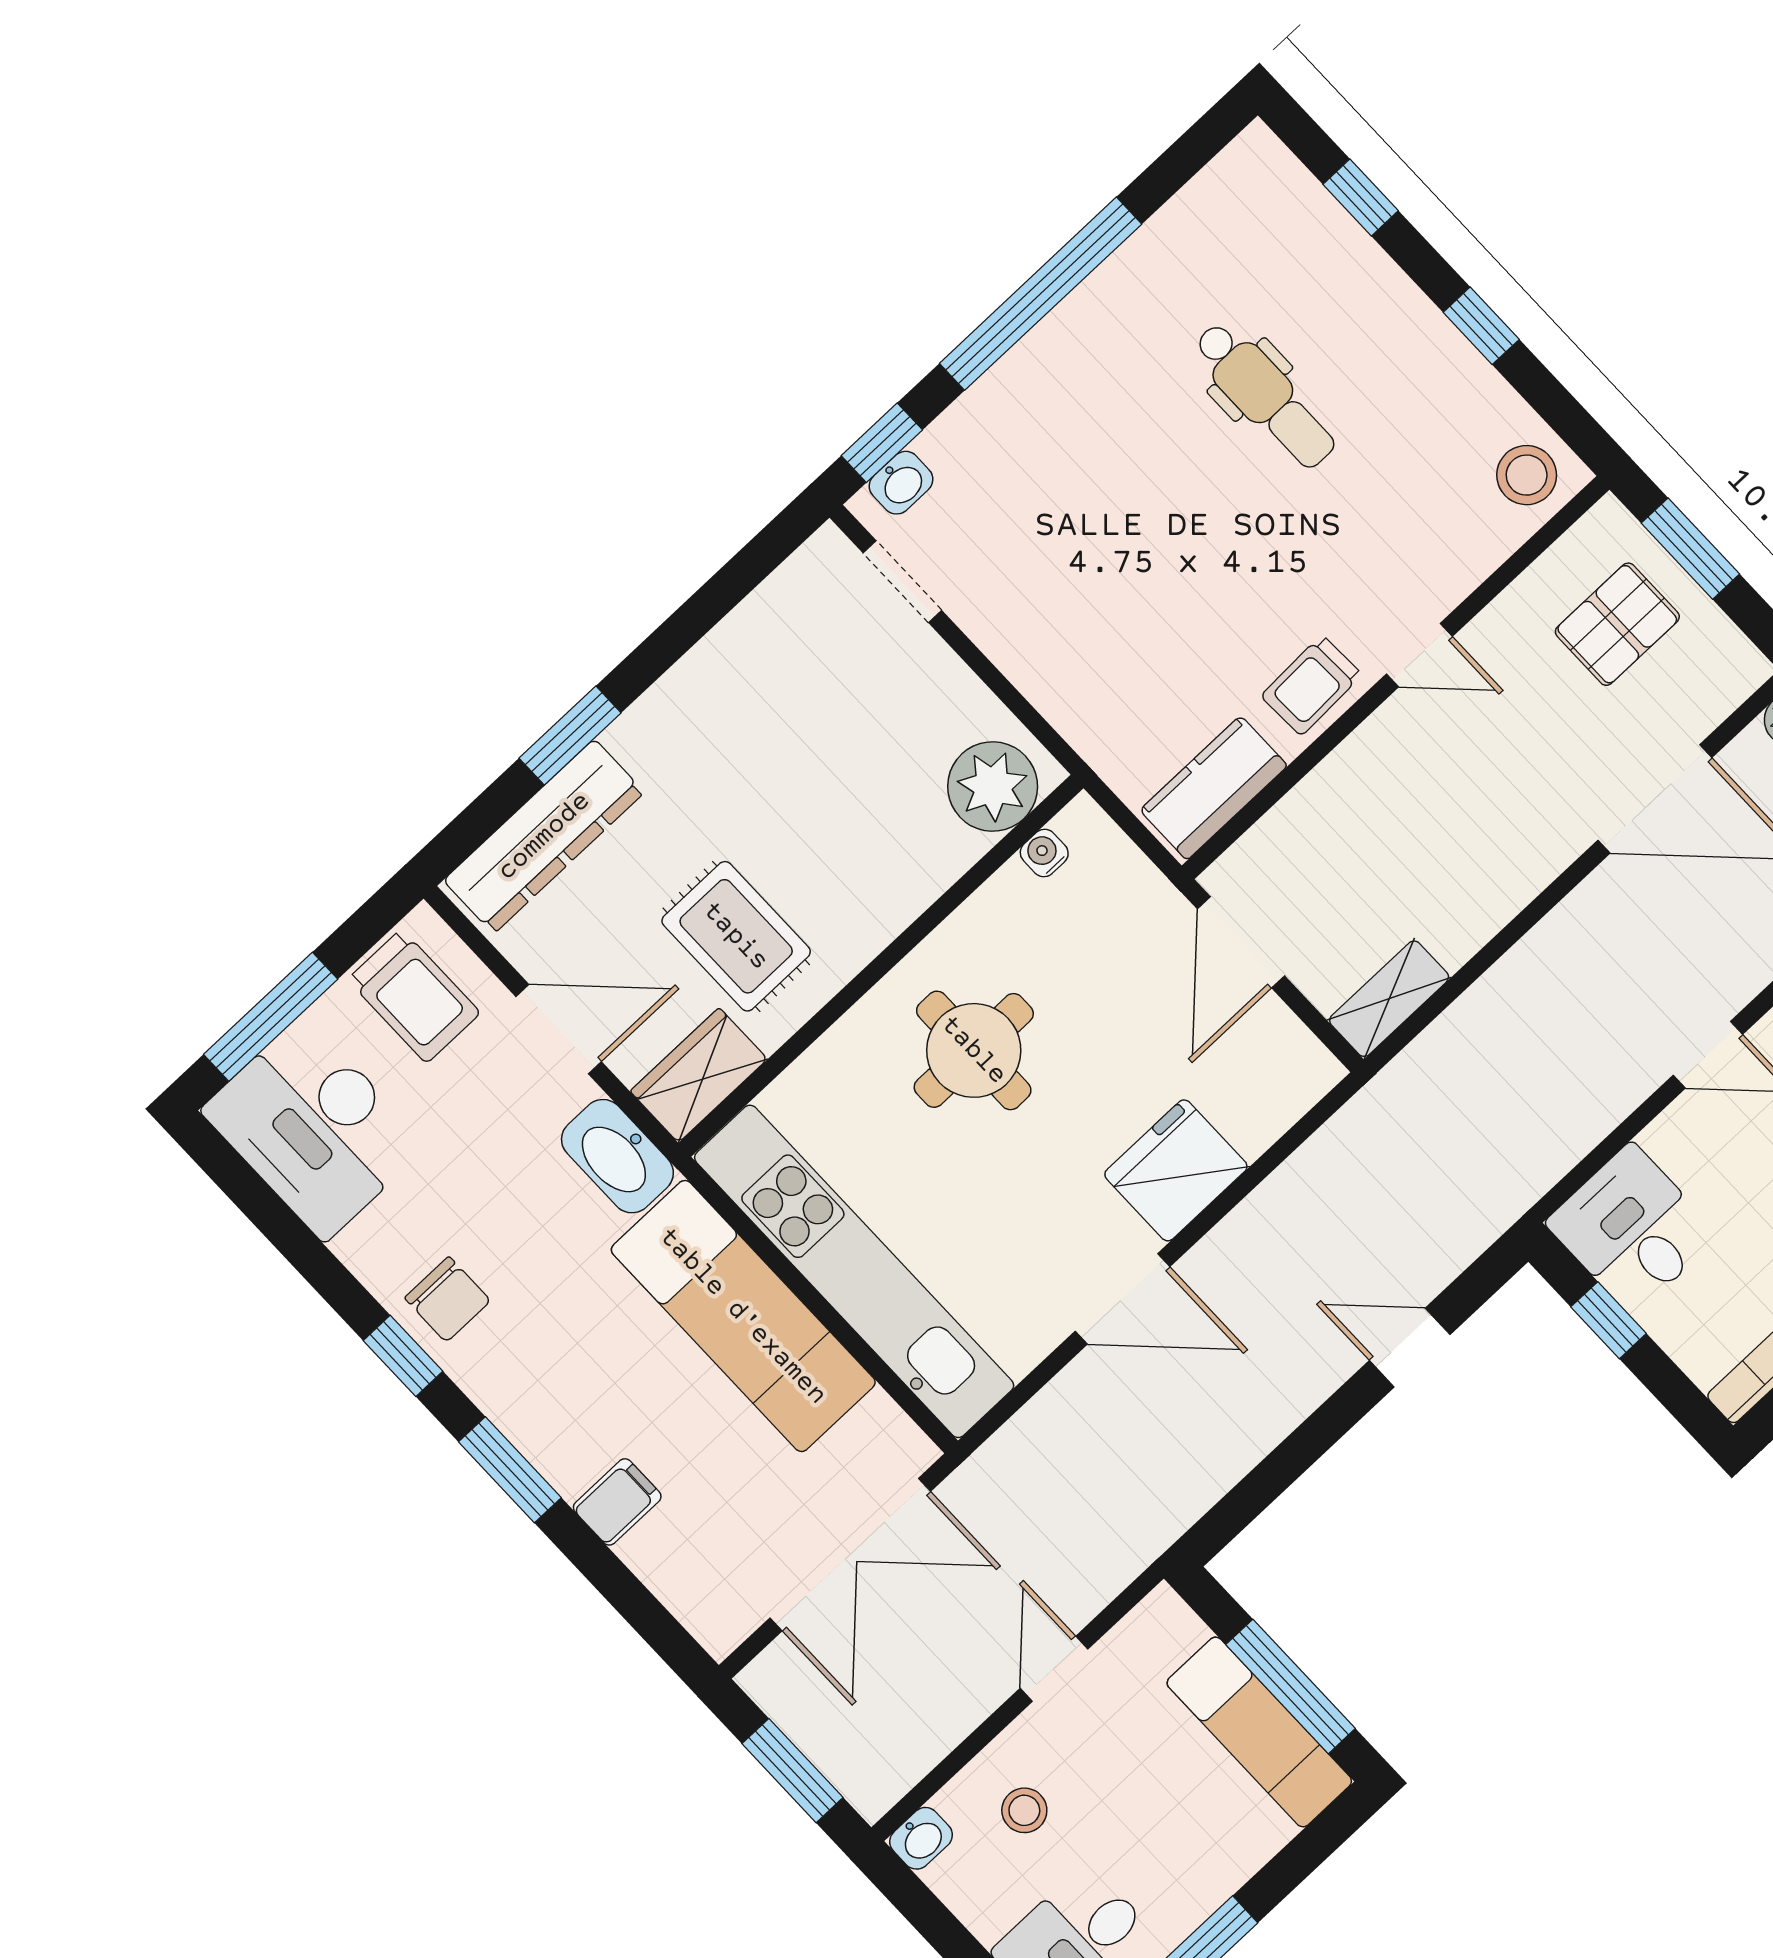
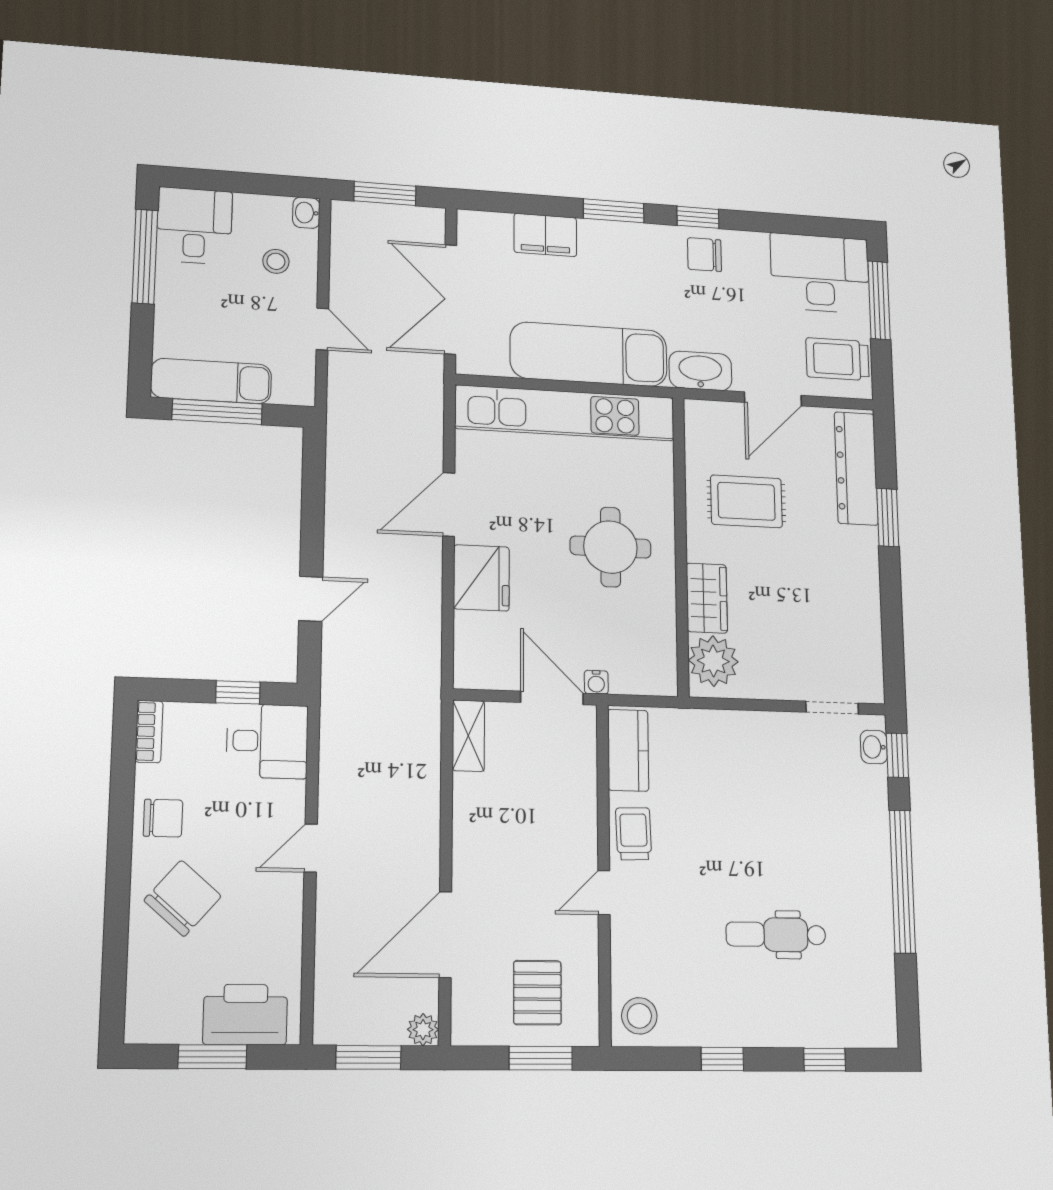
water cooler: (1044, 853) -> (596, 682), moved, turned 90
wardrobe: (699, 1075) -> (707, 598), moved
filing cabinet: (617, 1502) -> (545, 235), width x2.00

